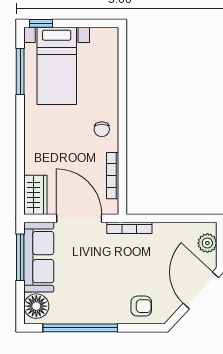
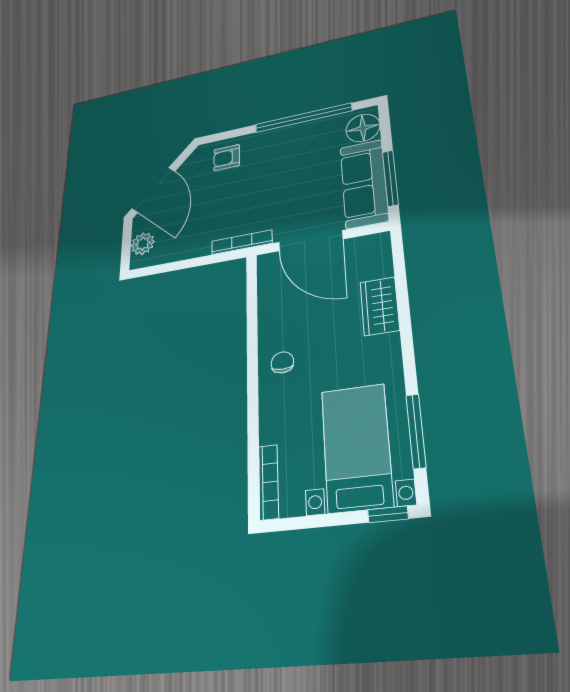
bookcase: (113, 176) -> (268, 482), moved
wardrobe: (35, 195) -> (380, 306), moved

